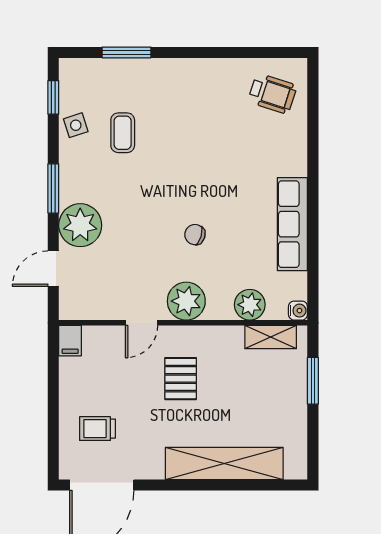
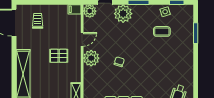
plant: (250, 305) -> (90, 11), moved
door: (142, 323) -> (82, 39), swing flipped

